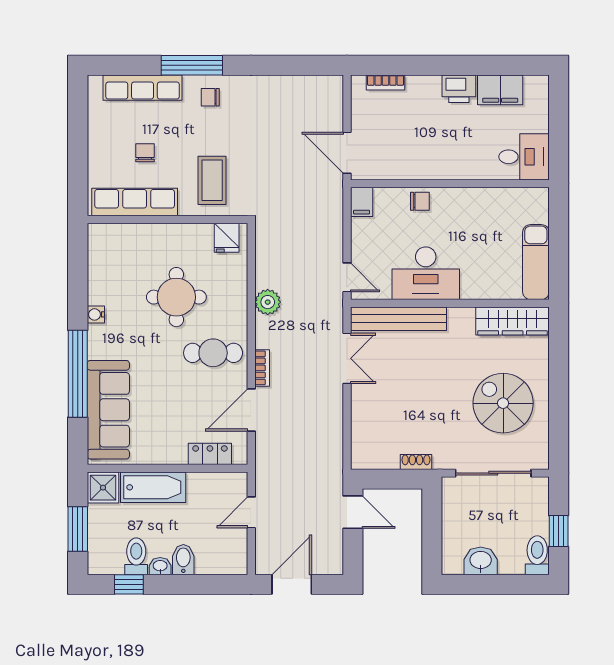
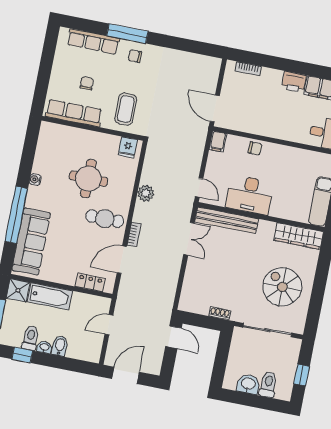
toilet: (537, 555) -> (268, 384), moved

